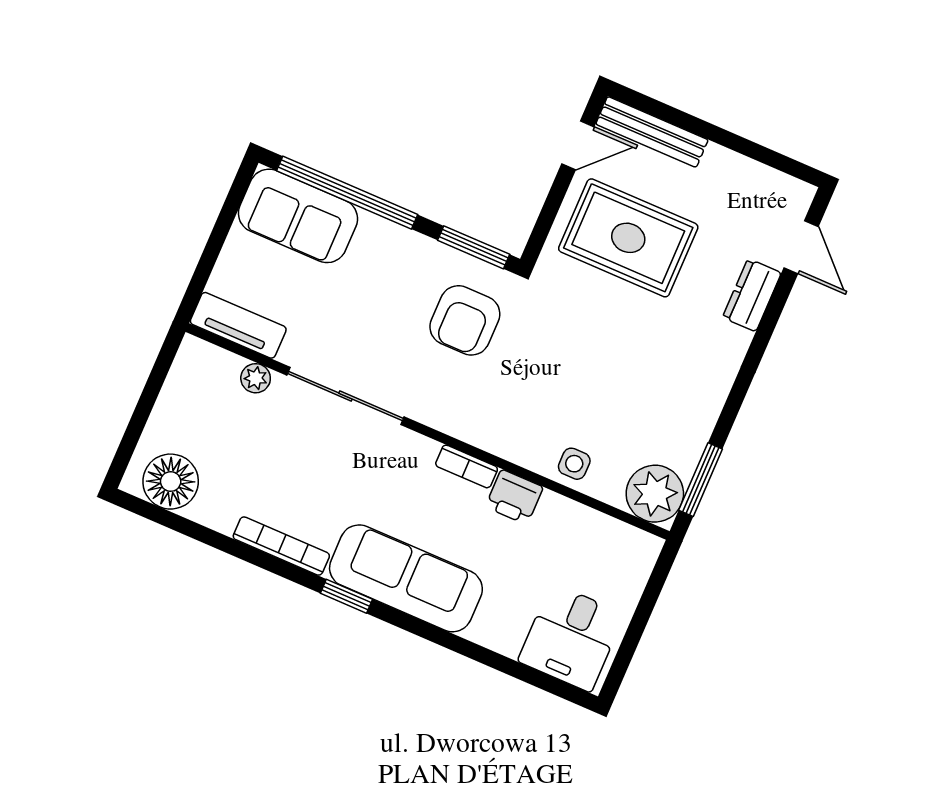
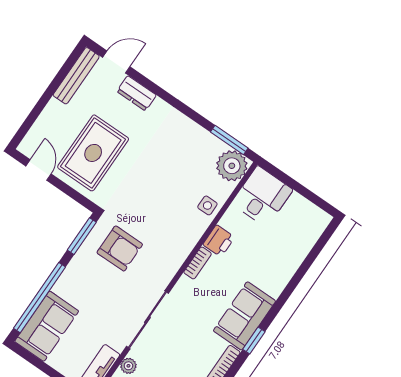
bench: (652, 132) -> (76, 76), moved
sofa: (406, 578) -> (244, 316), width x0.73
desk: (571, 638) -> (262, 196), moved, turned -90

